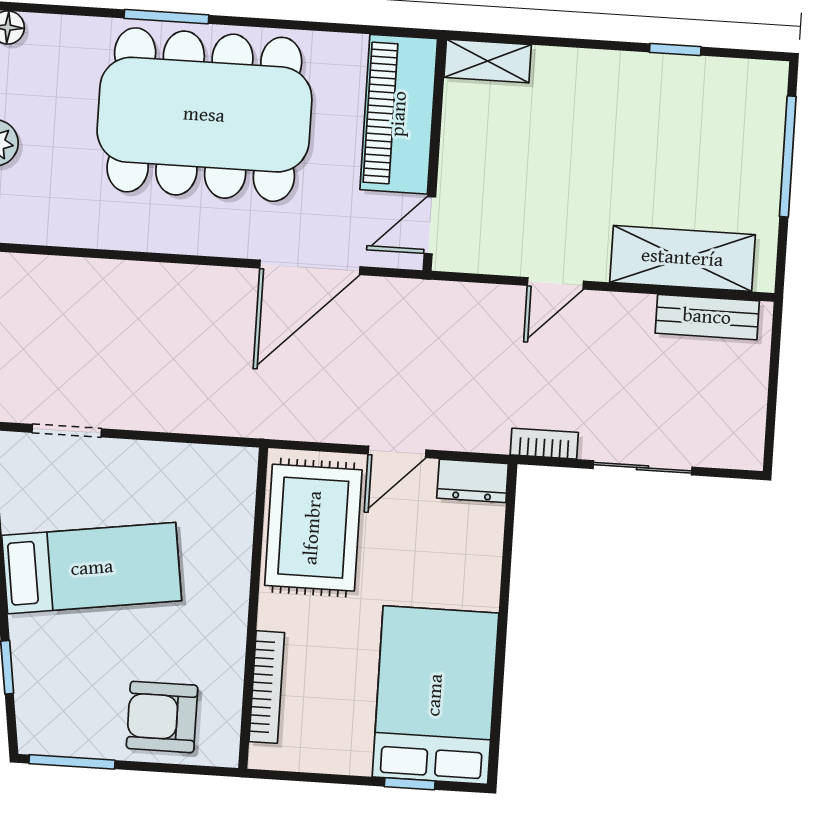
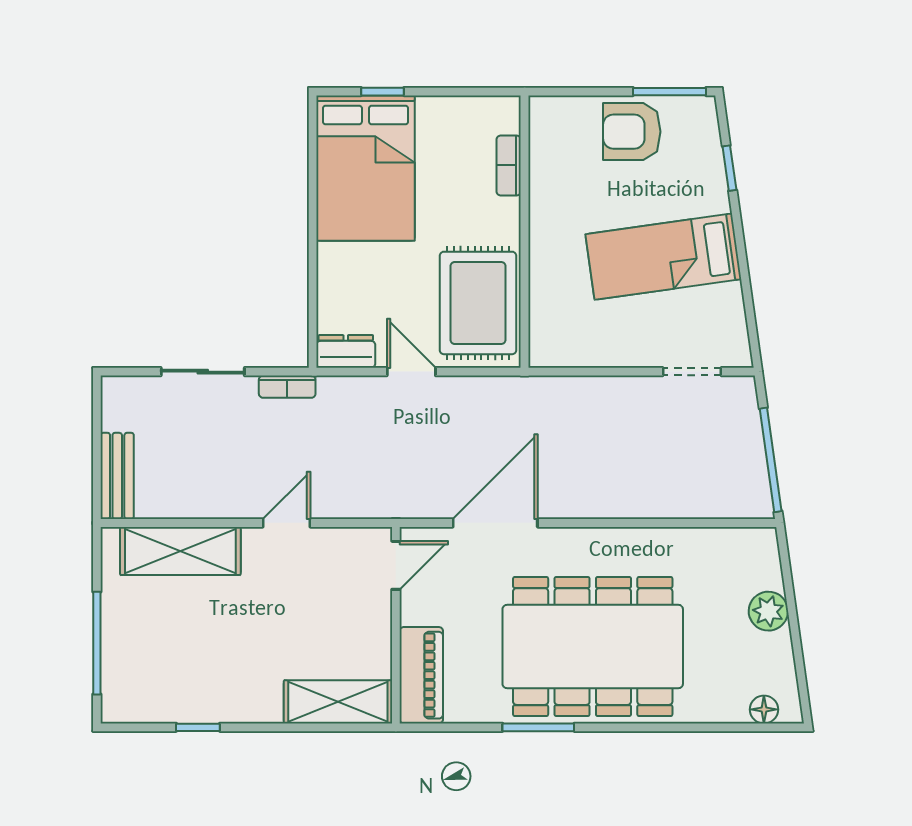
window: (166, 17) -> (538, 727), moved
shelving: (488, 61) -> (338, 702), width x1.50, depth x1.33
piano: (399, 114) -> (421, 675), width x0.73, depth x0.75
bench: (707, 317) -> (117, 476), moved, turned 90
door: (397, 452) -> (411, 372), hinge flipped
bookcase: (267, 687) -> (509, 165), width x0.64
armchair: (162, 717) -> (632, 132), moved, turned 180

